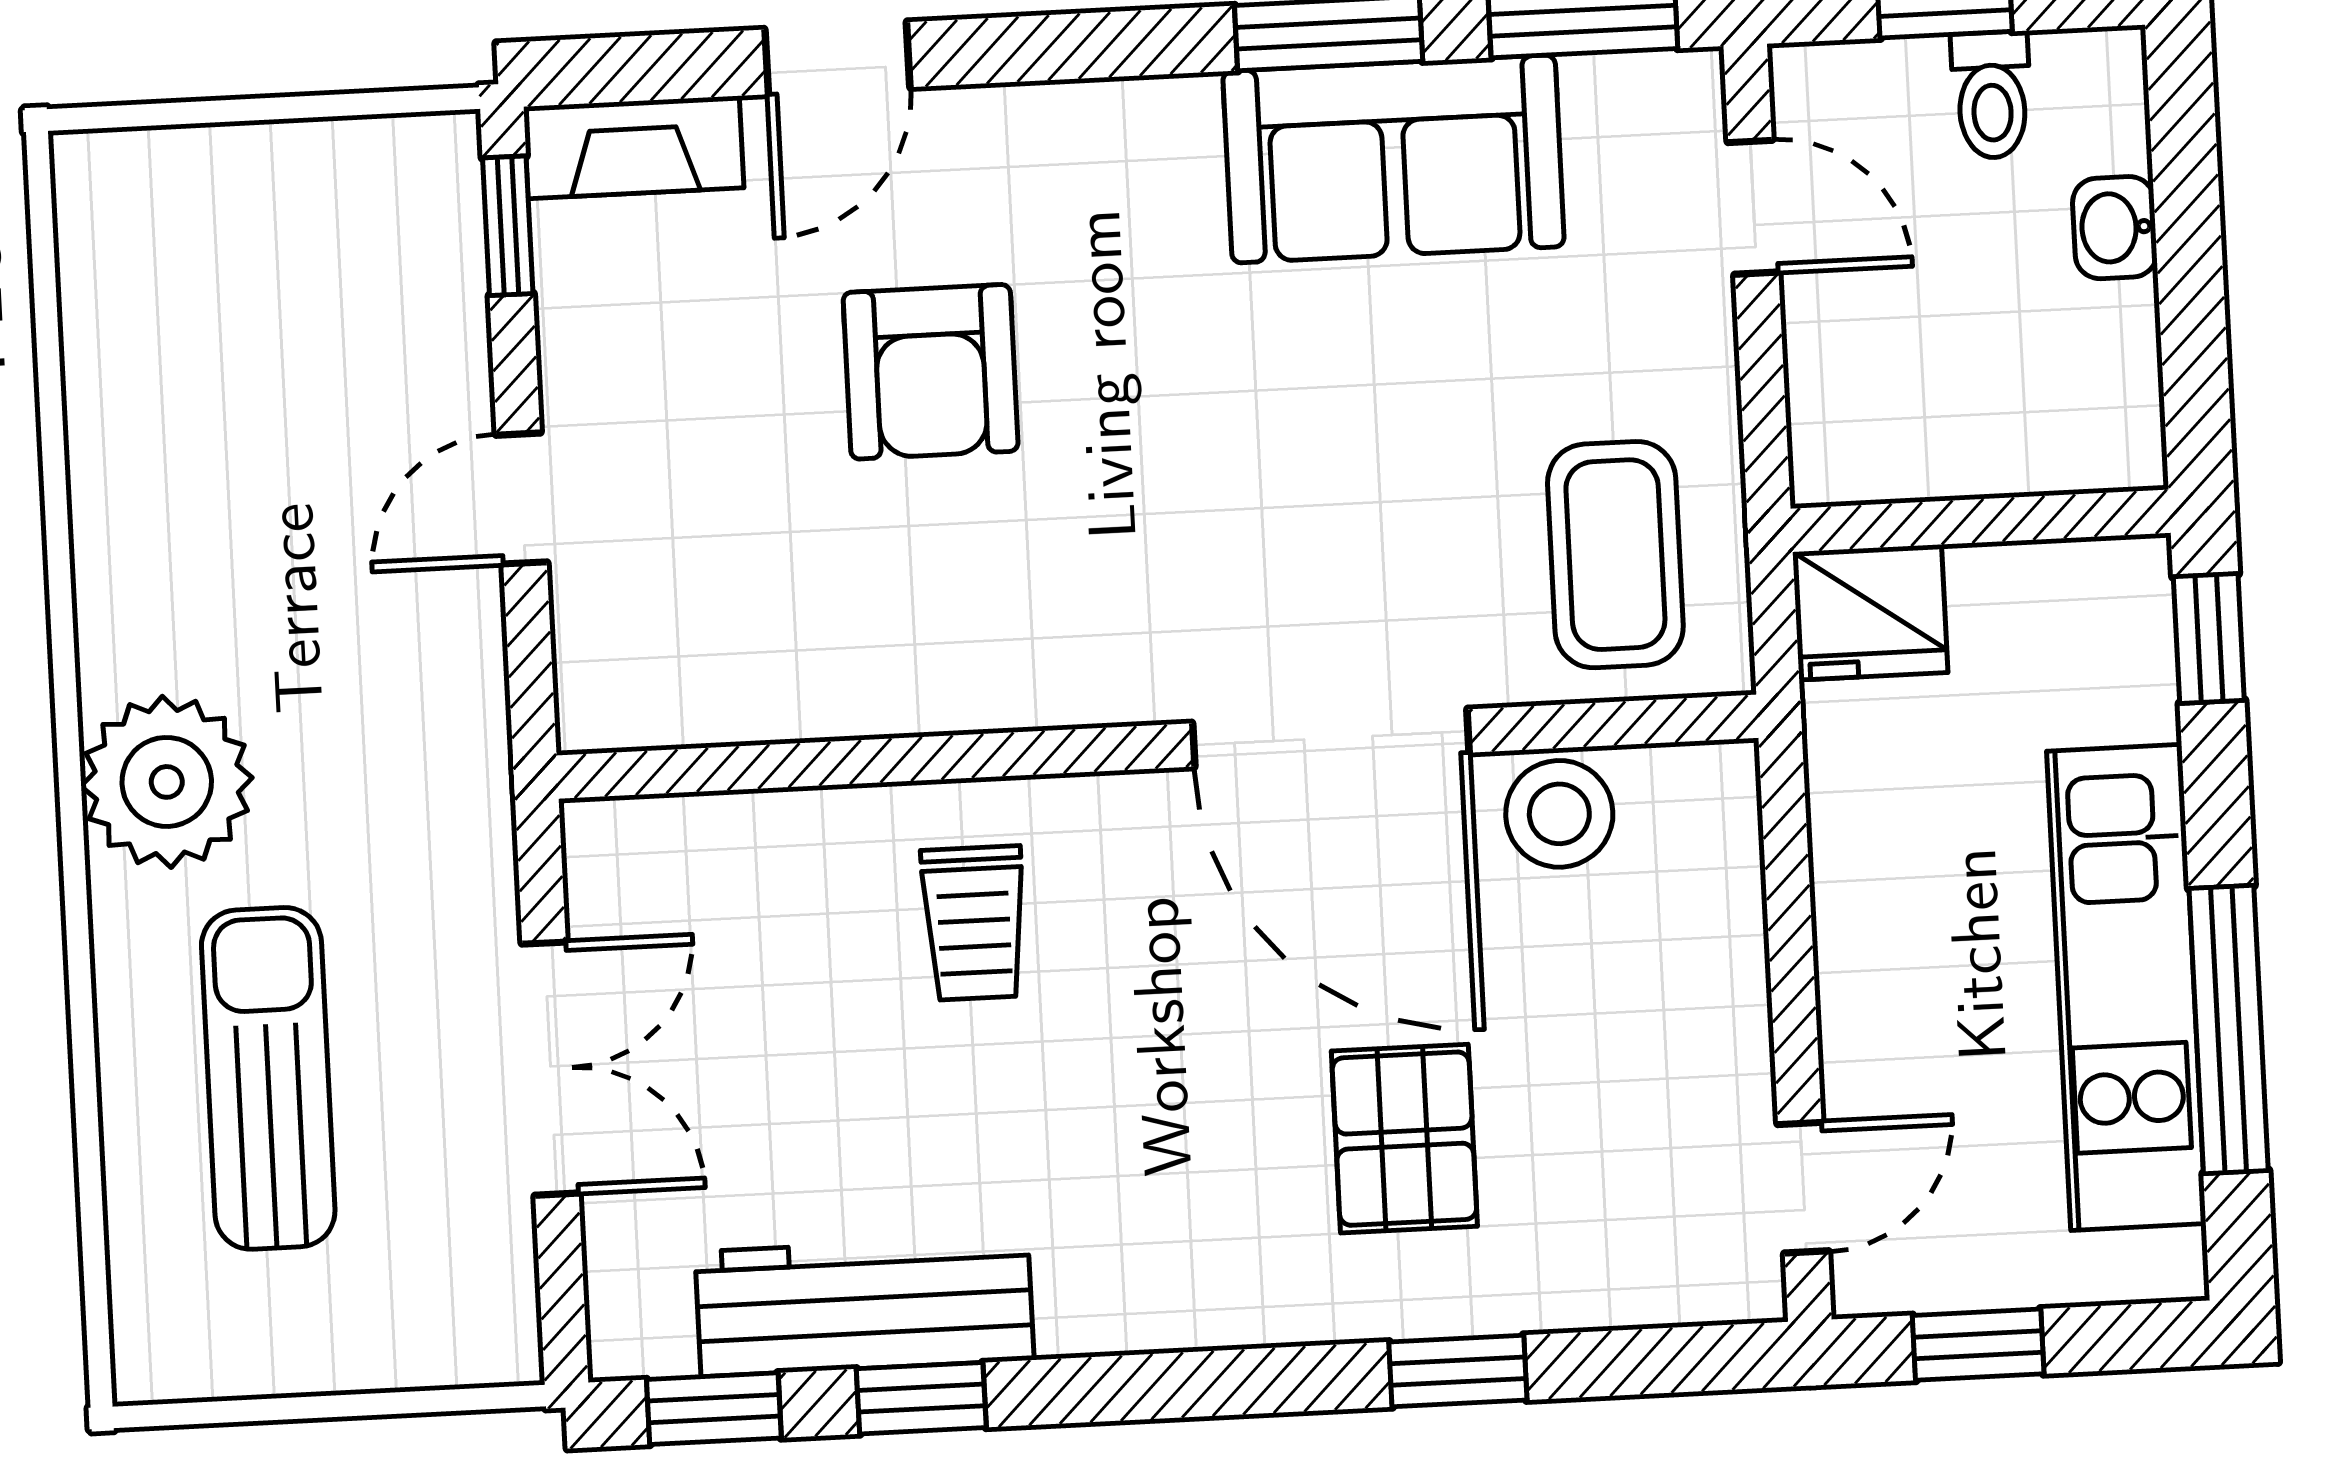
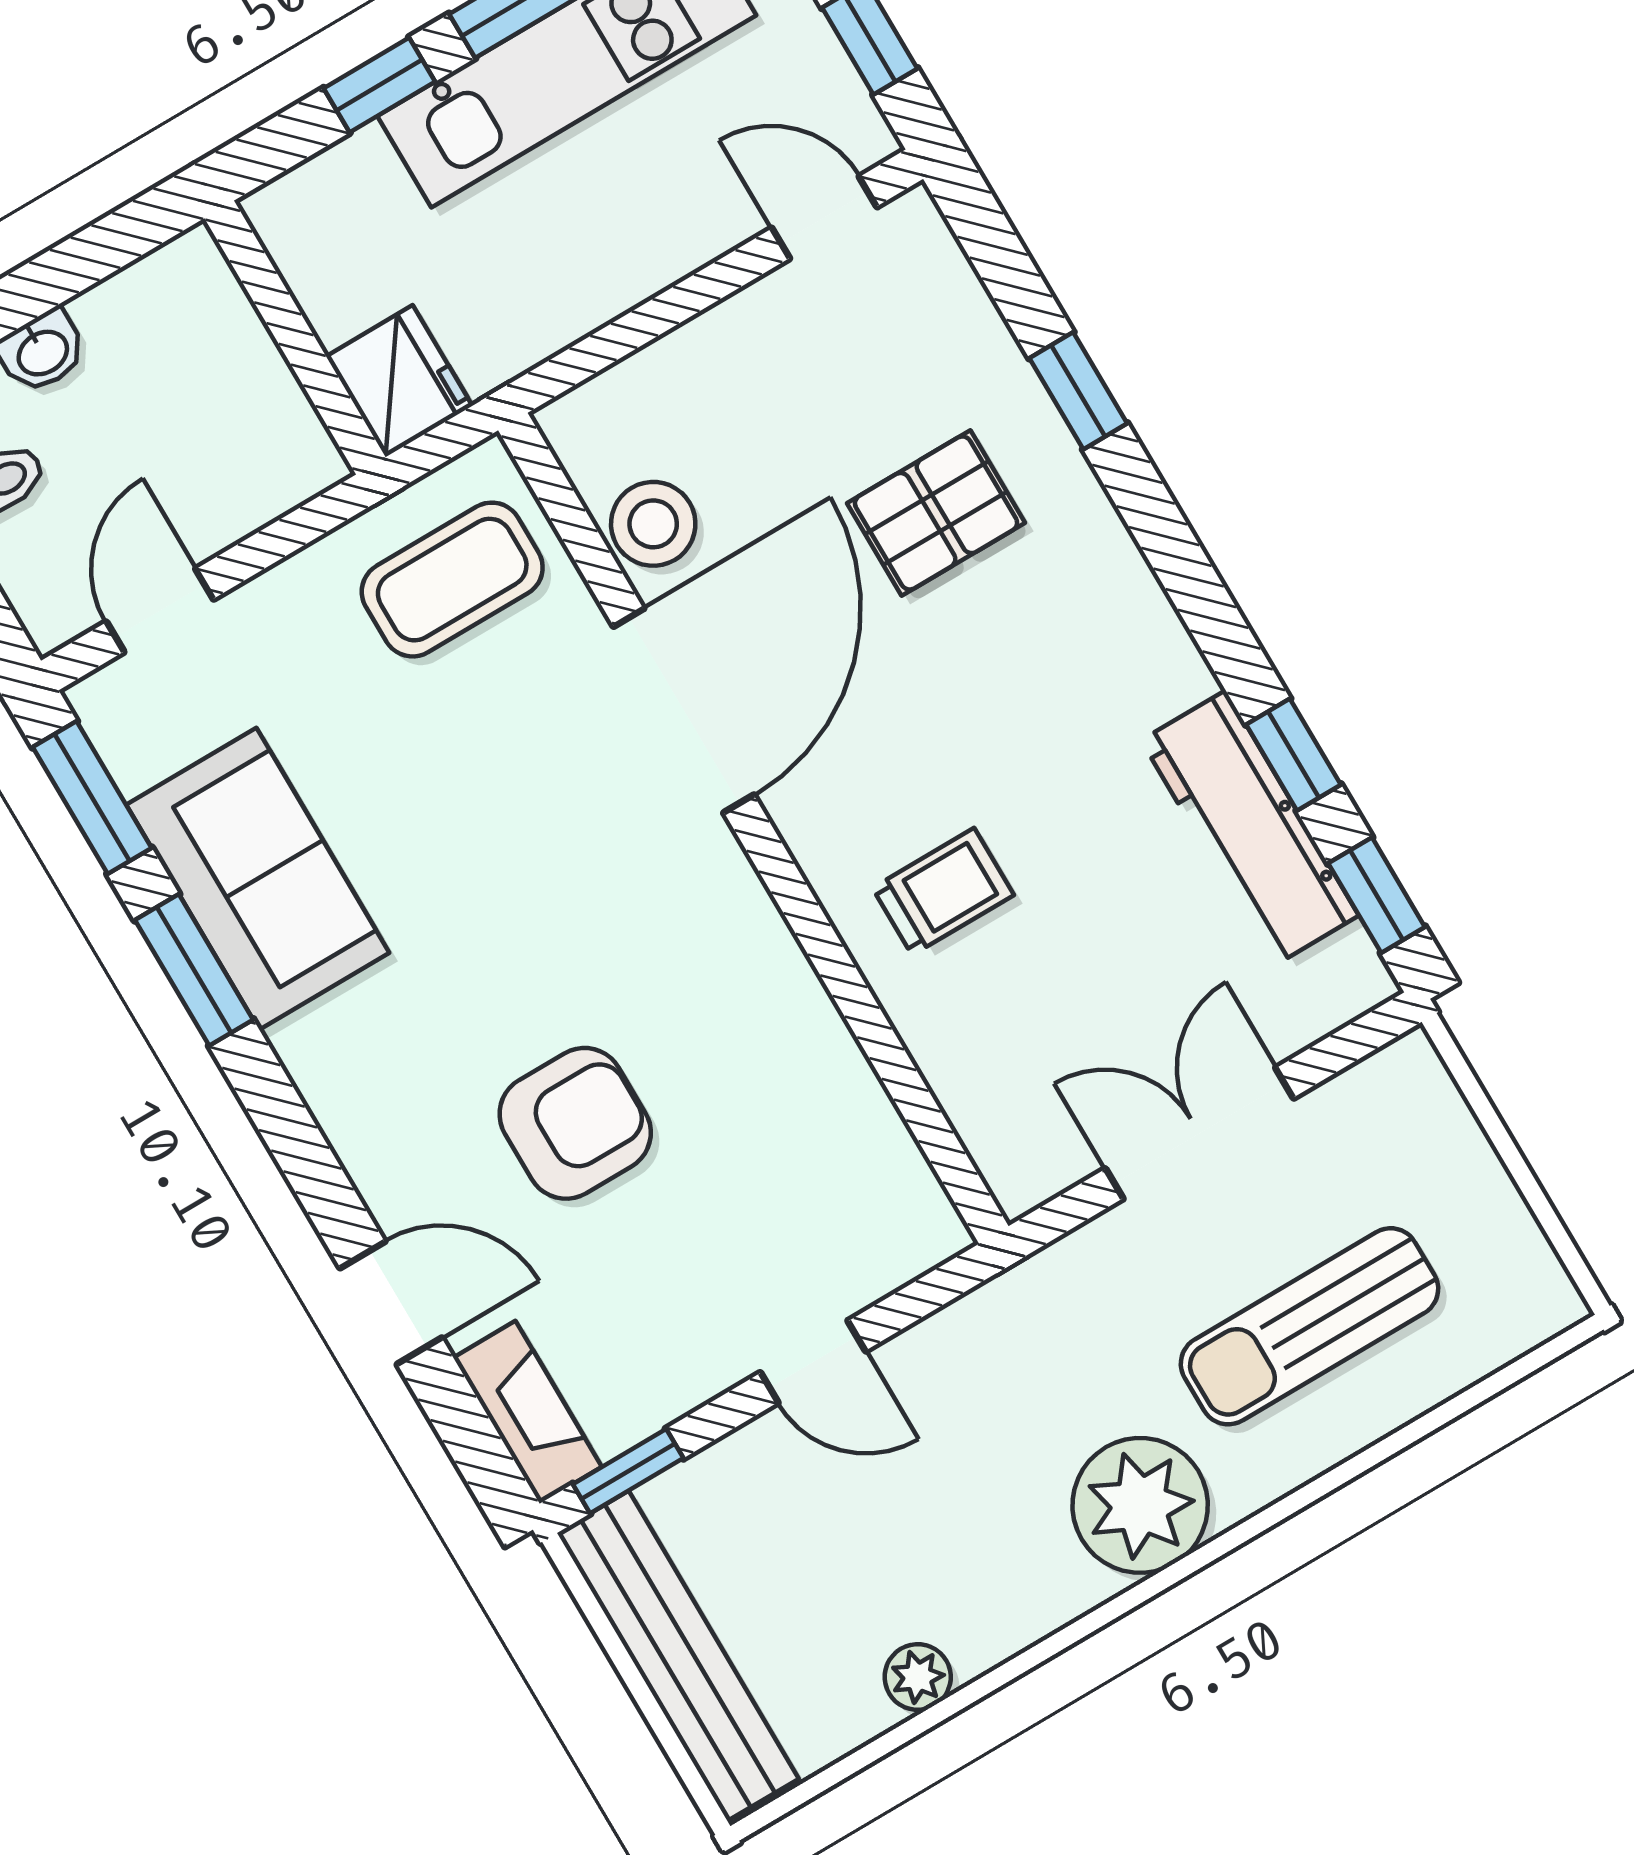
bench: (270, 173) -> (678, 1656), added
plant: (105, 430) -> (918, 1677), added
window: (2209, 638) -> (379, 85), moved

